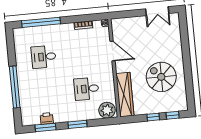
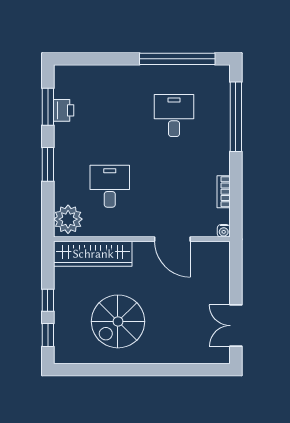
door: (112, 51) -> (172, 239), hinge flipped
spiral stairs: (161, 77) -> (118, 321), turned 180
window: (15, 87) -> (177, 59), moved

